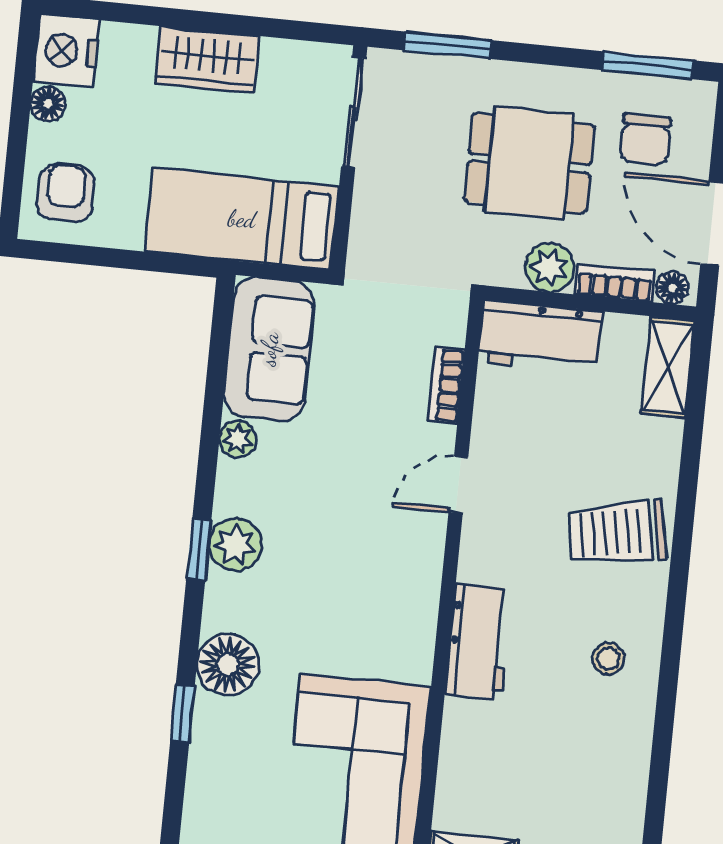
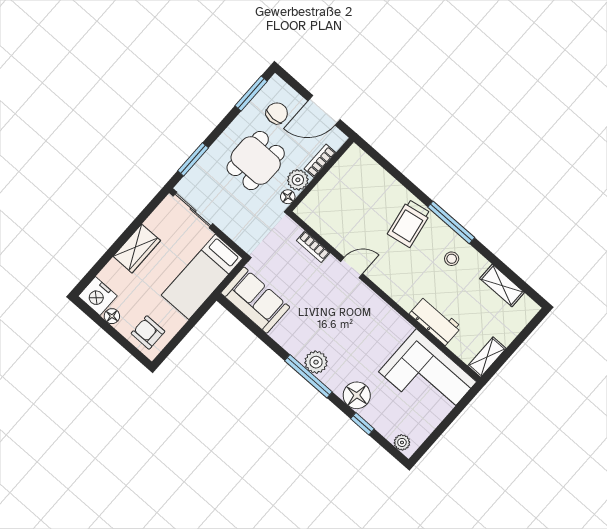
chair: (645, 139) -> (277, 113), turned -90
floor lamp: (673, 288) -> (288, 197), moved
workbench: (540, 336) -> (320, 201), removed
shelving: (668, 367) -> (502, 286), moved
plant: (238, 439) -> (402, 442), moved
door: (458, 485) -> (352, 268), swing flipped
window: (199, 549) -> (308, 376), width x2.17
window: (675, 610) -> (451, 222), added
workbench: (479, 641) -> (435, 321), moved

